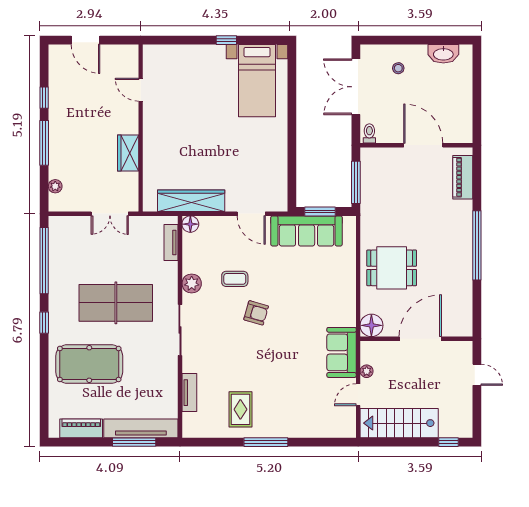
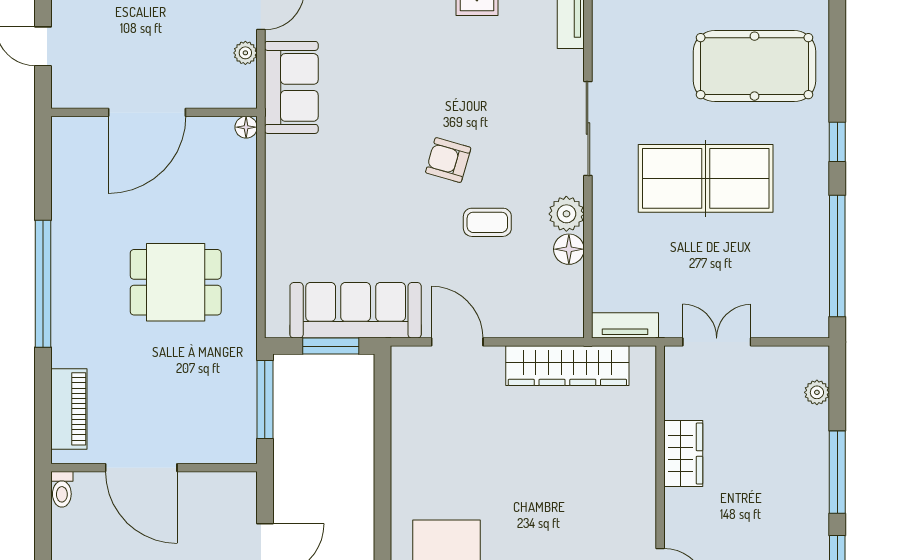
toilet: (369, 133) -> (62, 489), moved
floor lamp: (190, 224) -> (569, 249), moved
tv unit: (171, 243) -> (625, 325), moved, turned -90
dining table: (392, 268) -> (176, 282), moved
floor lamp: (371, 325) -> (246, 127), width x0.53, depth x0.53

